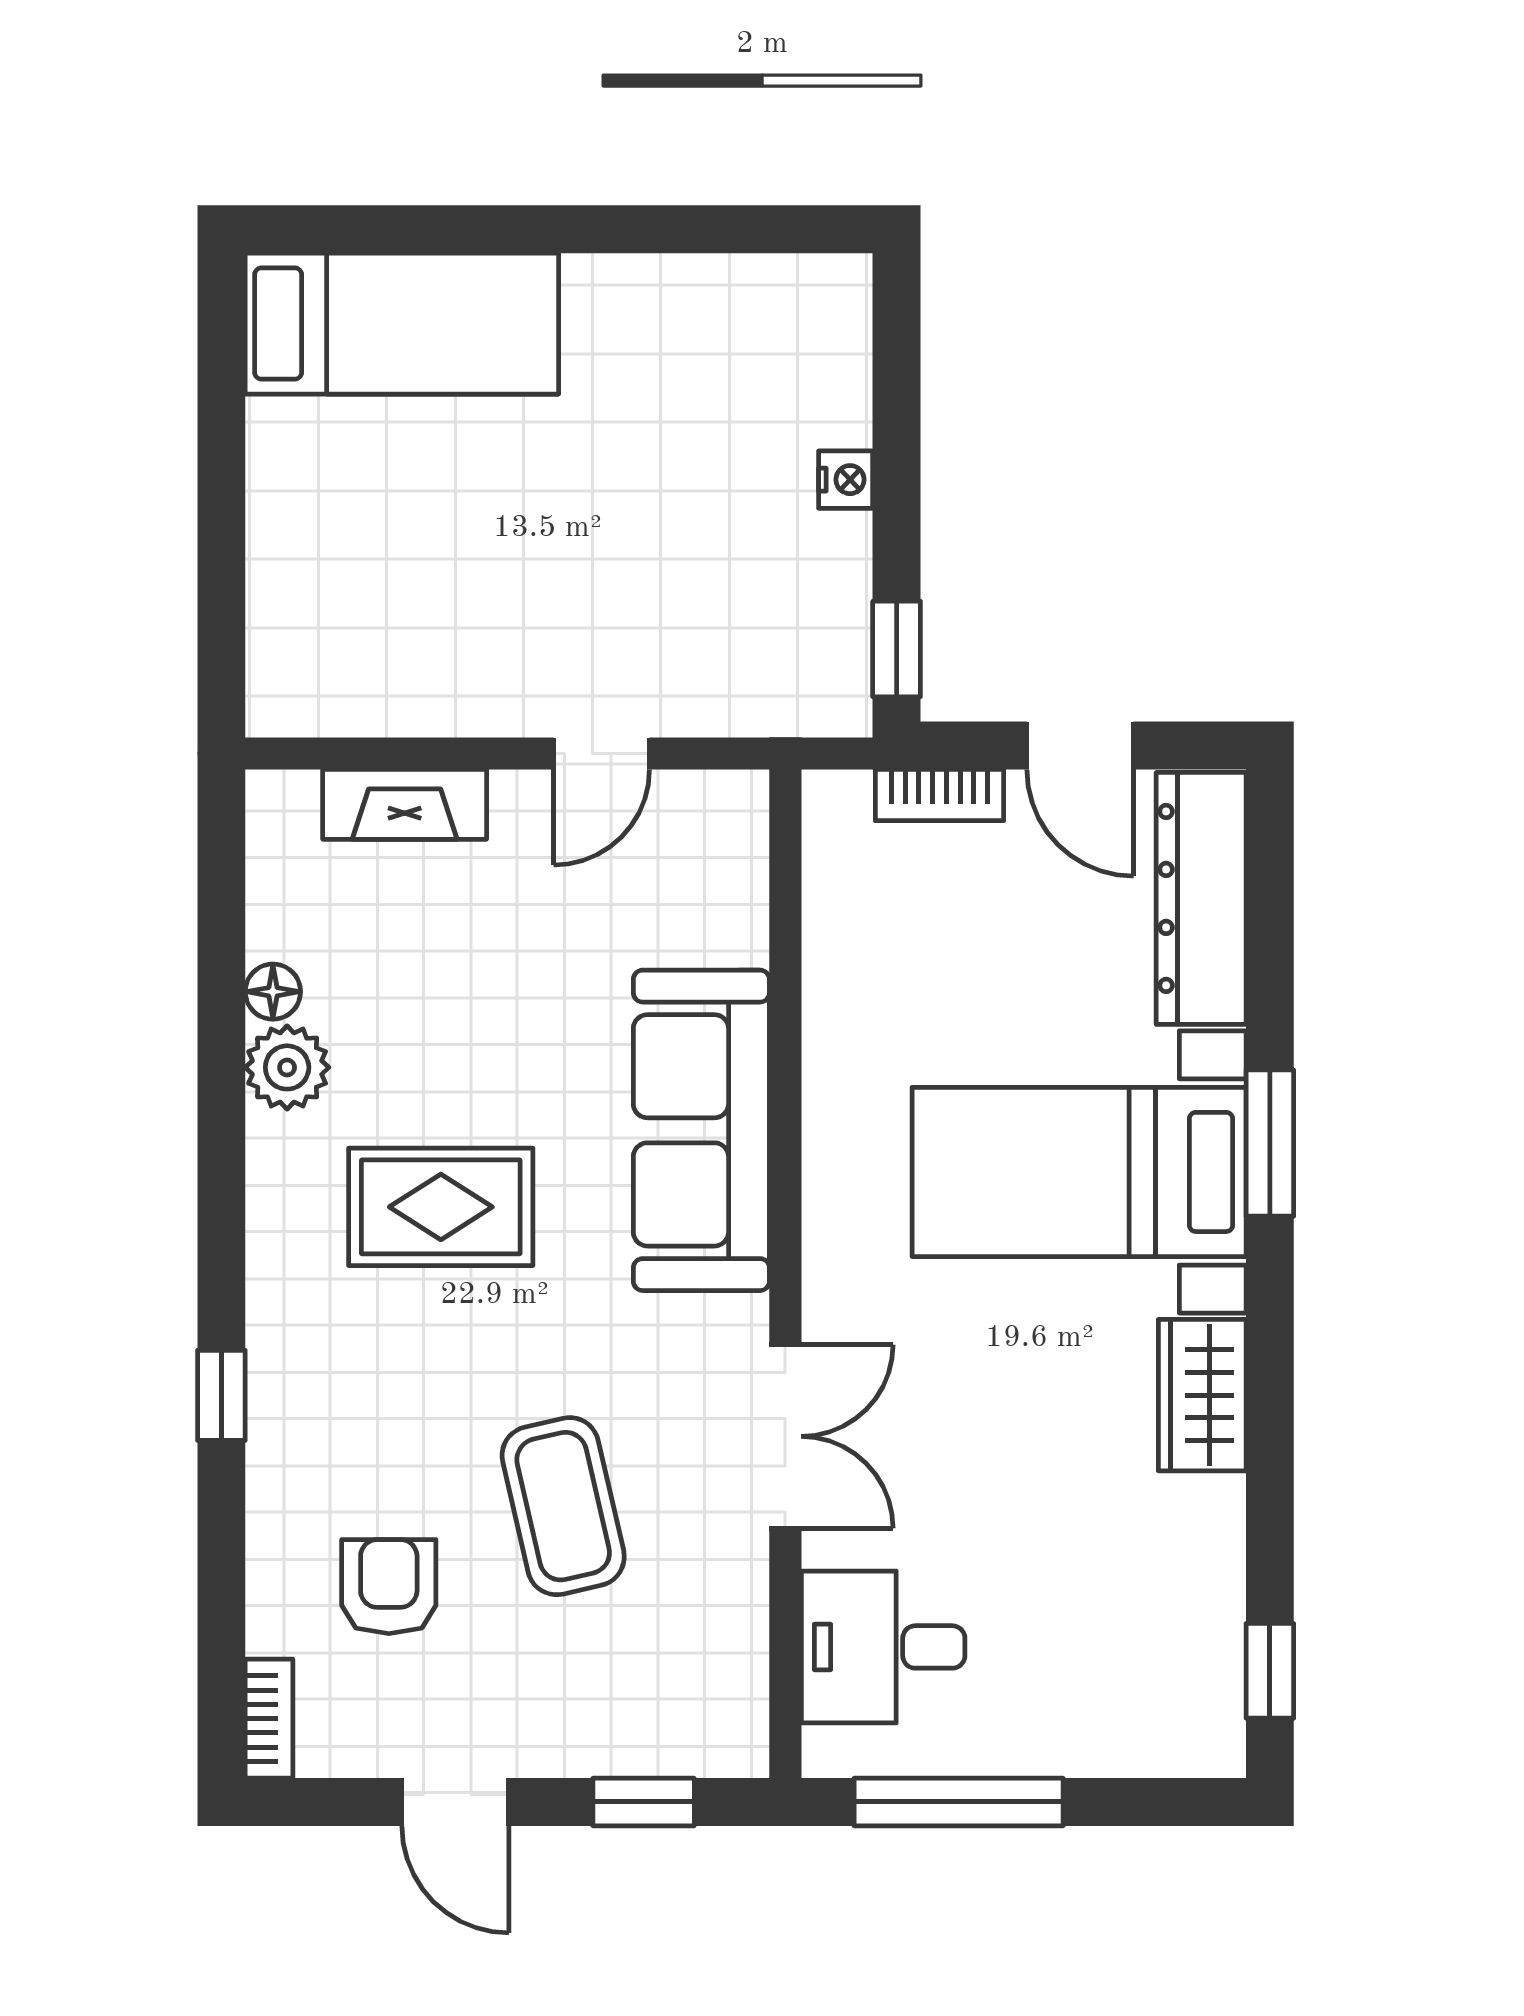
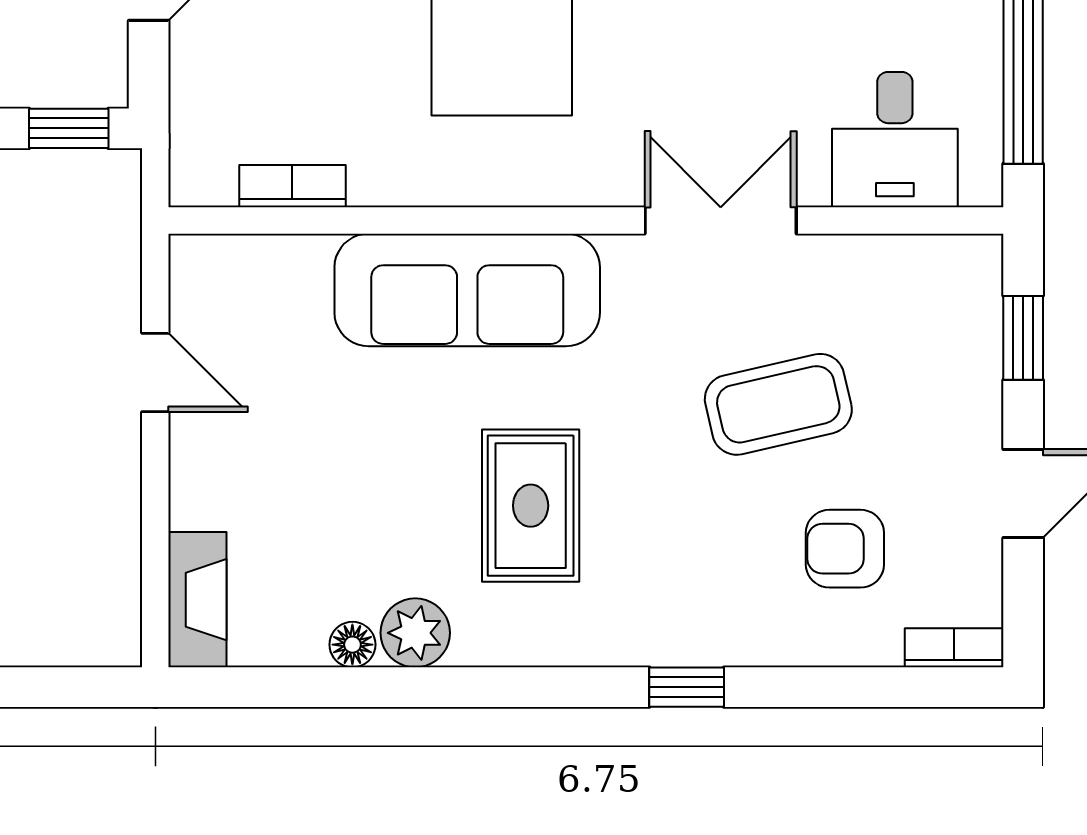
bookcase: (940, 795) -> (292, 186), moved, turned -90
fireplace: (405, 804) -> (197, 600), moved

